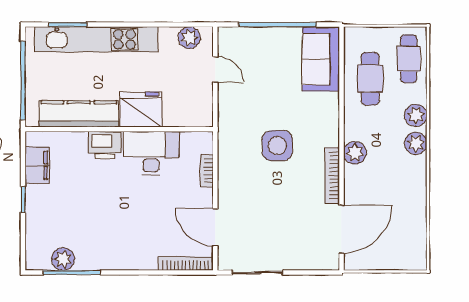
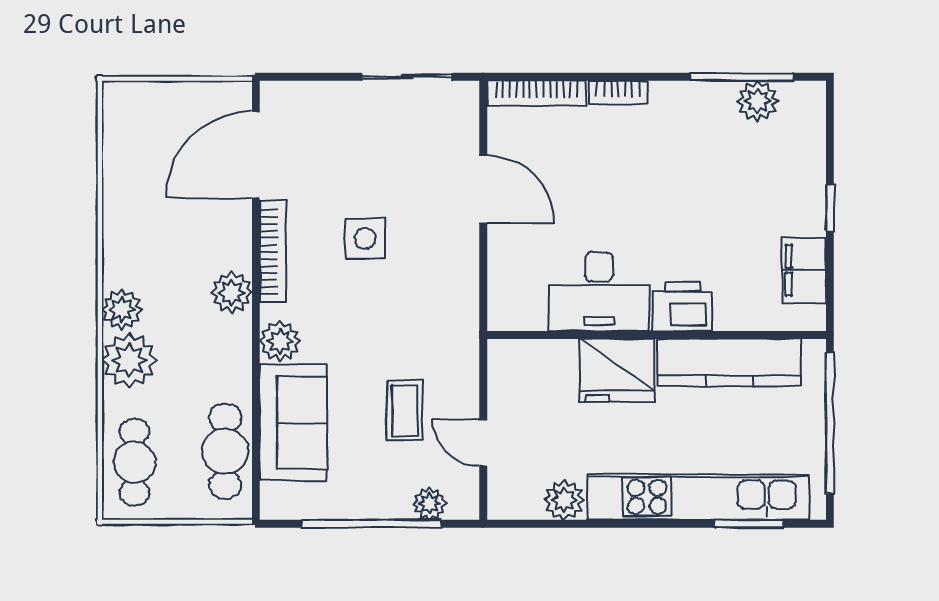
plant: (245, 36) -> (430, 504), added
plant: (189, 38) -> (564, 500), moved
sofa: (321, 59) -> (293, 423), moved
cafe table: (370, 79) -> (225, 451), moved
coffee table: (259, 87) -> (405, 410), added
plant: (416, 115) -> (129, 360), width x1.36, depth x1.36
plant: (328, 126) -> (280, 341), added
side table: (277, 146) -> (365, 238), moved, width x0.73, depth x0.73
bookcase: (207, 171) -> (618, 92), moved, turned 90
door: (215, 227) -> (483, 190), moved

